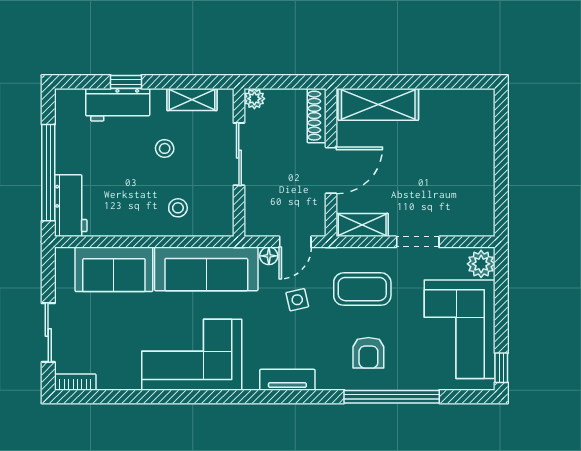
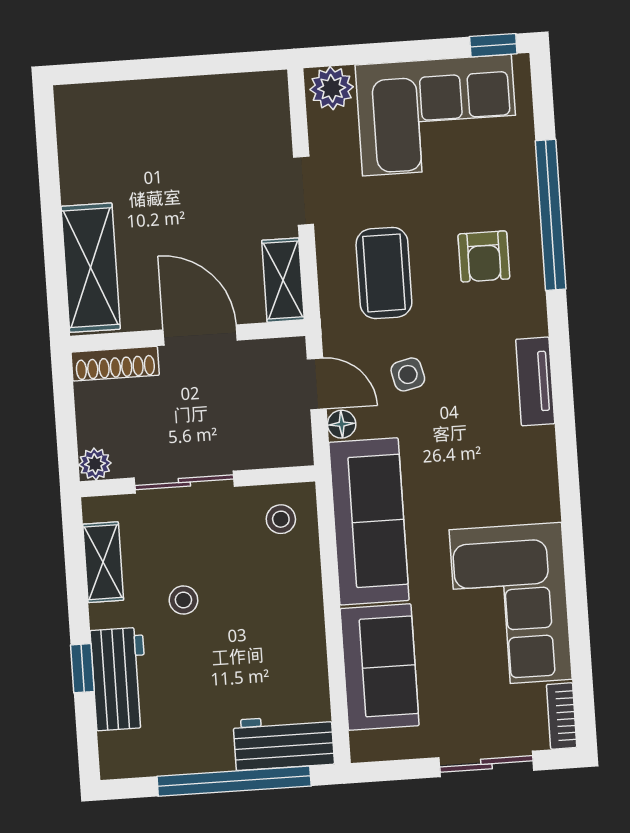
stool: (178, 208) -> (281, 519), moved
armchair: (368, 353) -> (484, 256), turned 90
corner sofa: (192, 355) -> (511, 605), moved

